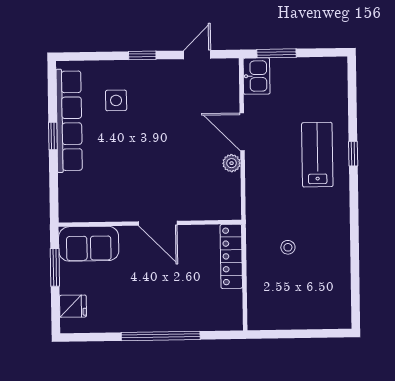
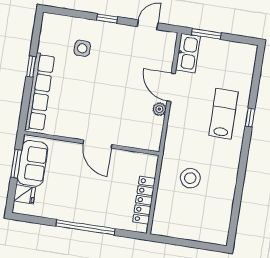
kitchen sink: (257, 76) -> (188, 53), width x1.38
row of seats: (69, 121) -> (40, 92), moved
sofa: (89, 244) -> (32, 163), moved, turned -90
stool: (288, 247) -> (190, 178), width x1.89, depth x1.89
locker: (231, 256) -> (144, 200), moved

